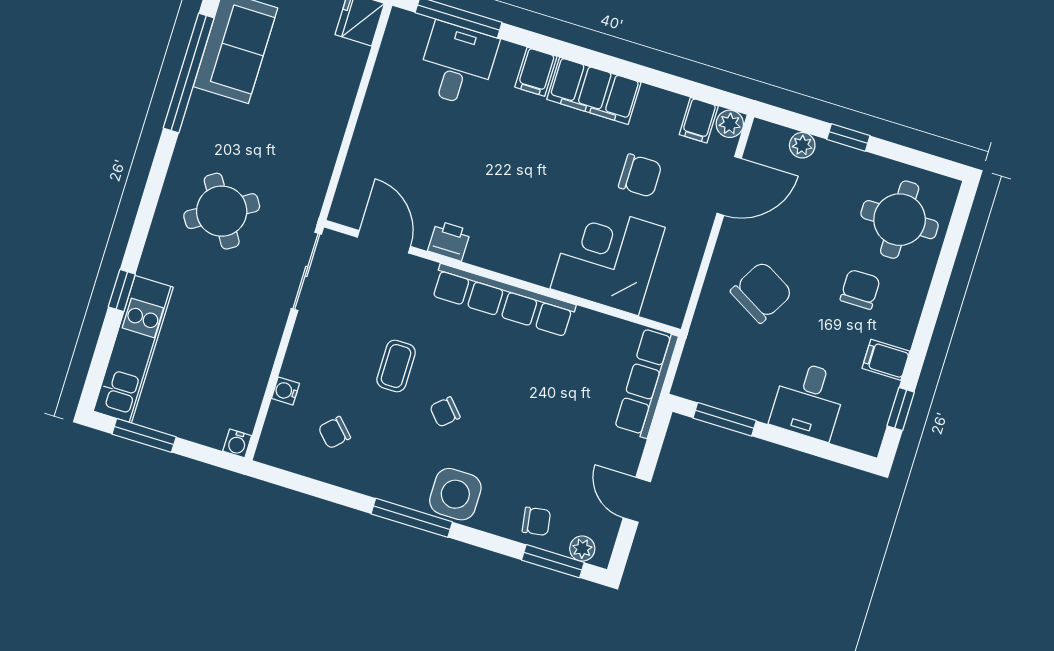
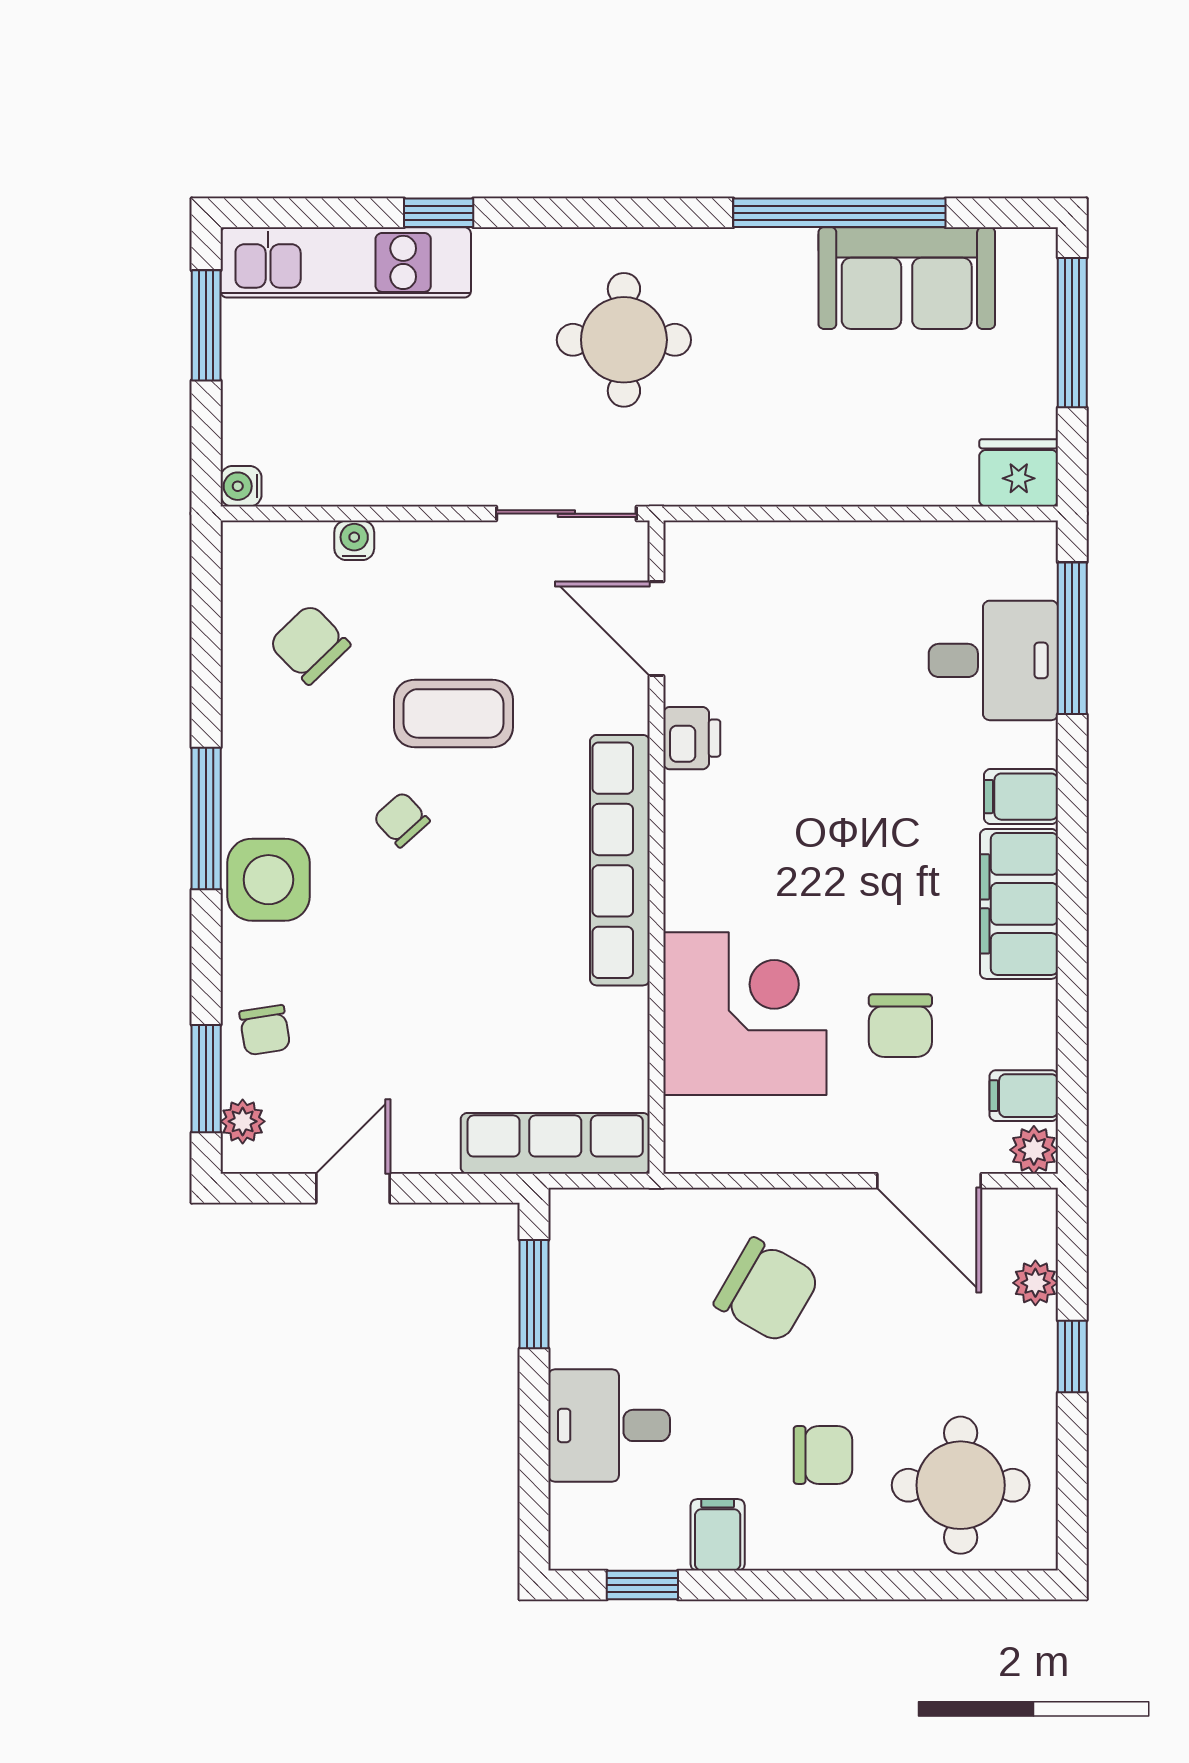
round table: (222, 211) -> (624, 340), turned 32
door: (384, 242) -> (656, 629), swing flipped
coffee table: (396, 366) -> (453, 713), width x1.36, depth x1.30
chair: (334, 433) -> (310, 644), width x1.37, depth x1.37

